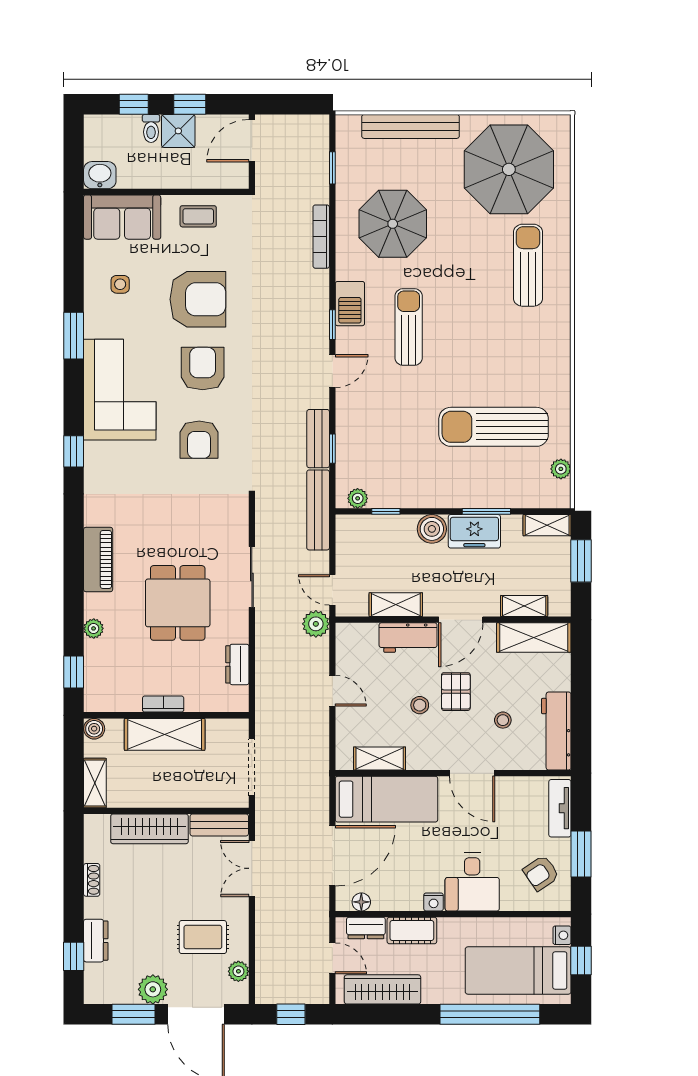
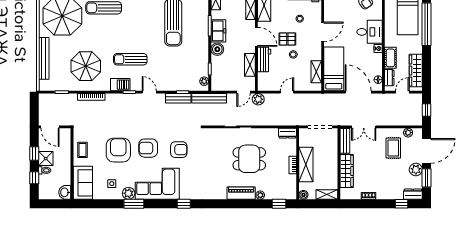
plant: (98, 323) -> (129, 193), added
piano: (98, 560) -> (241, 193), moved
dresser: (237, 664) -> (288, 133), moved
dresser: (96, 941) -> (413, 194), moved

